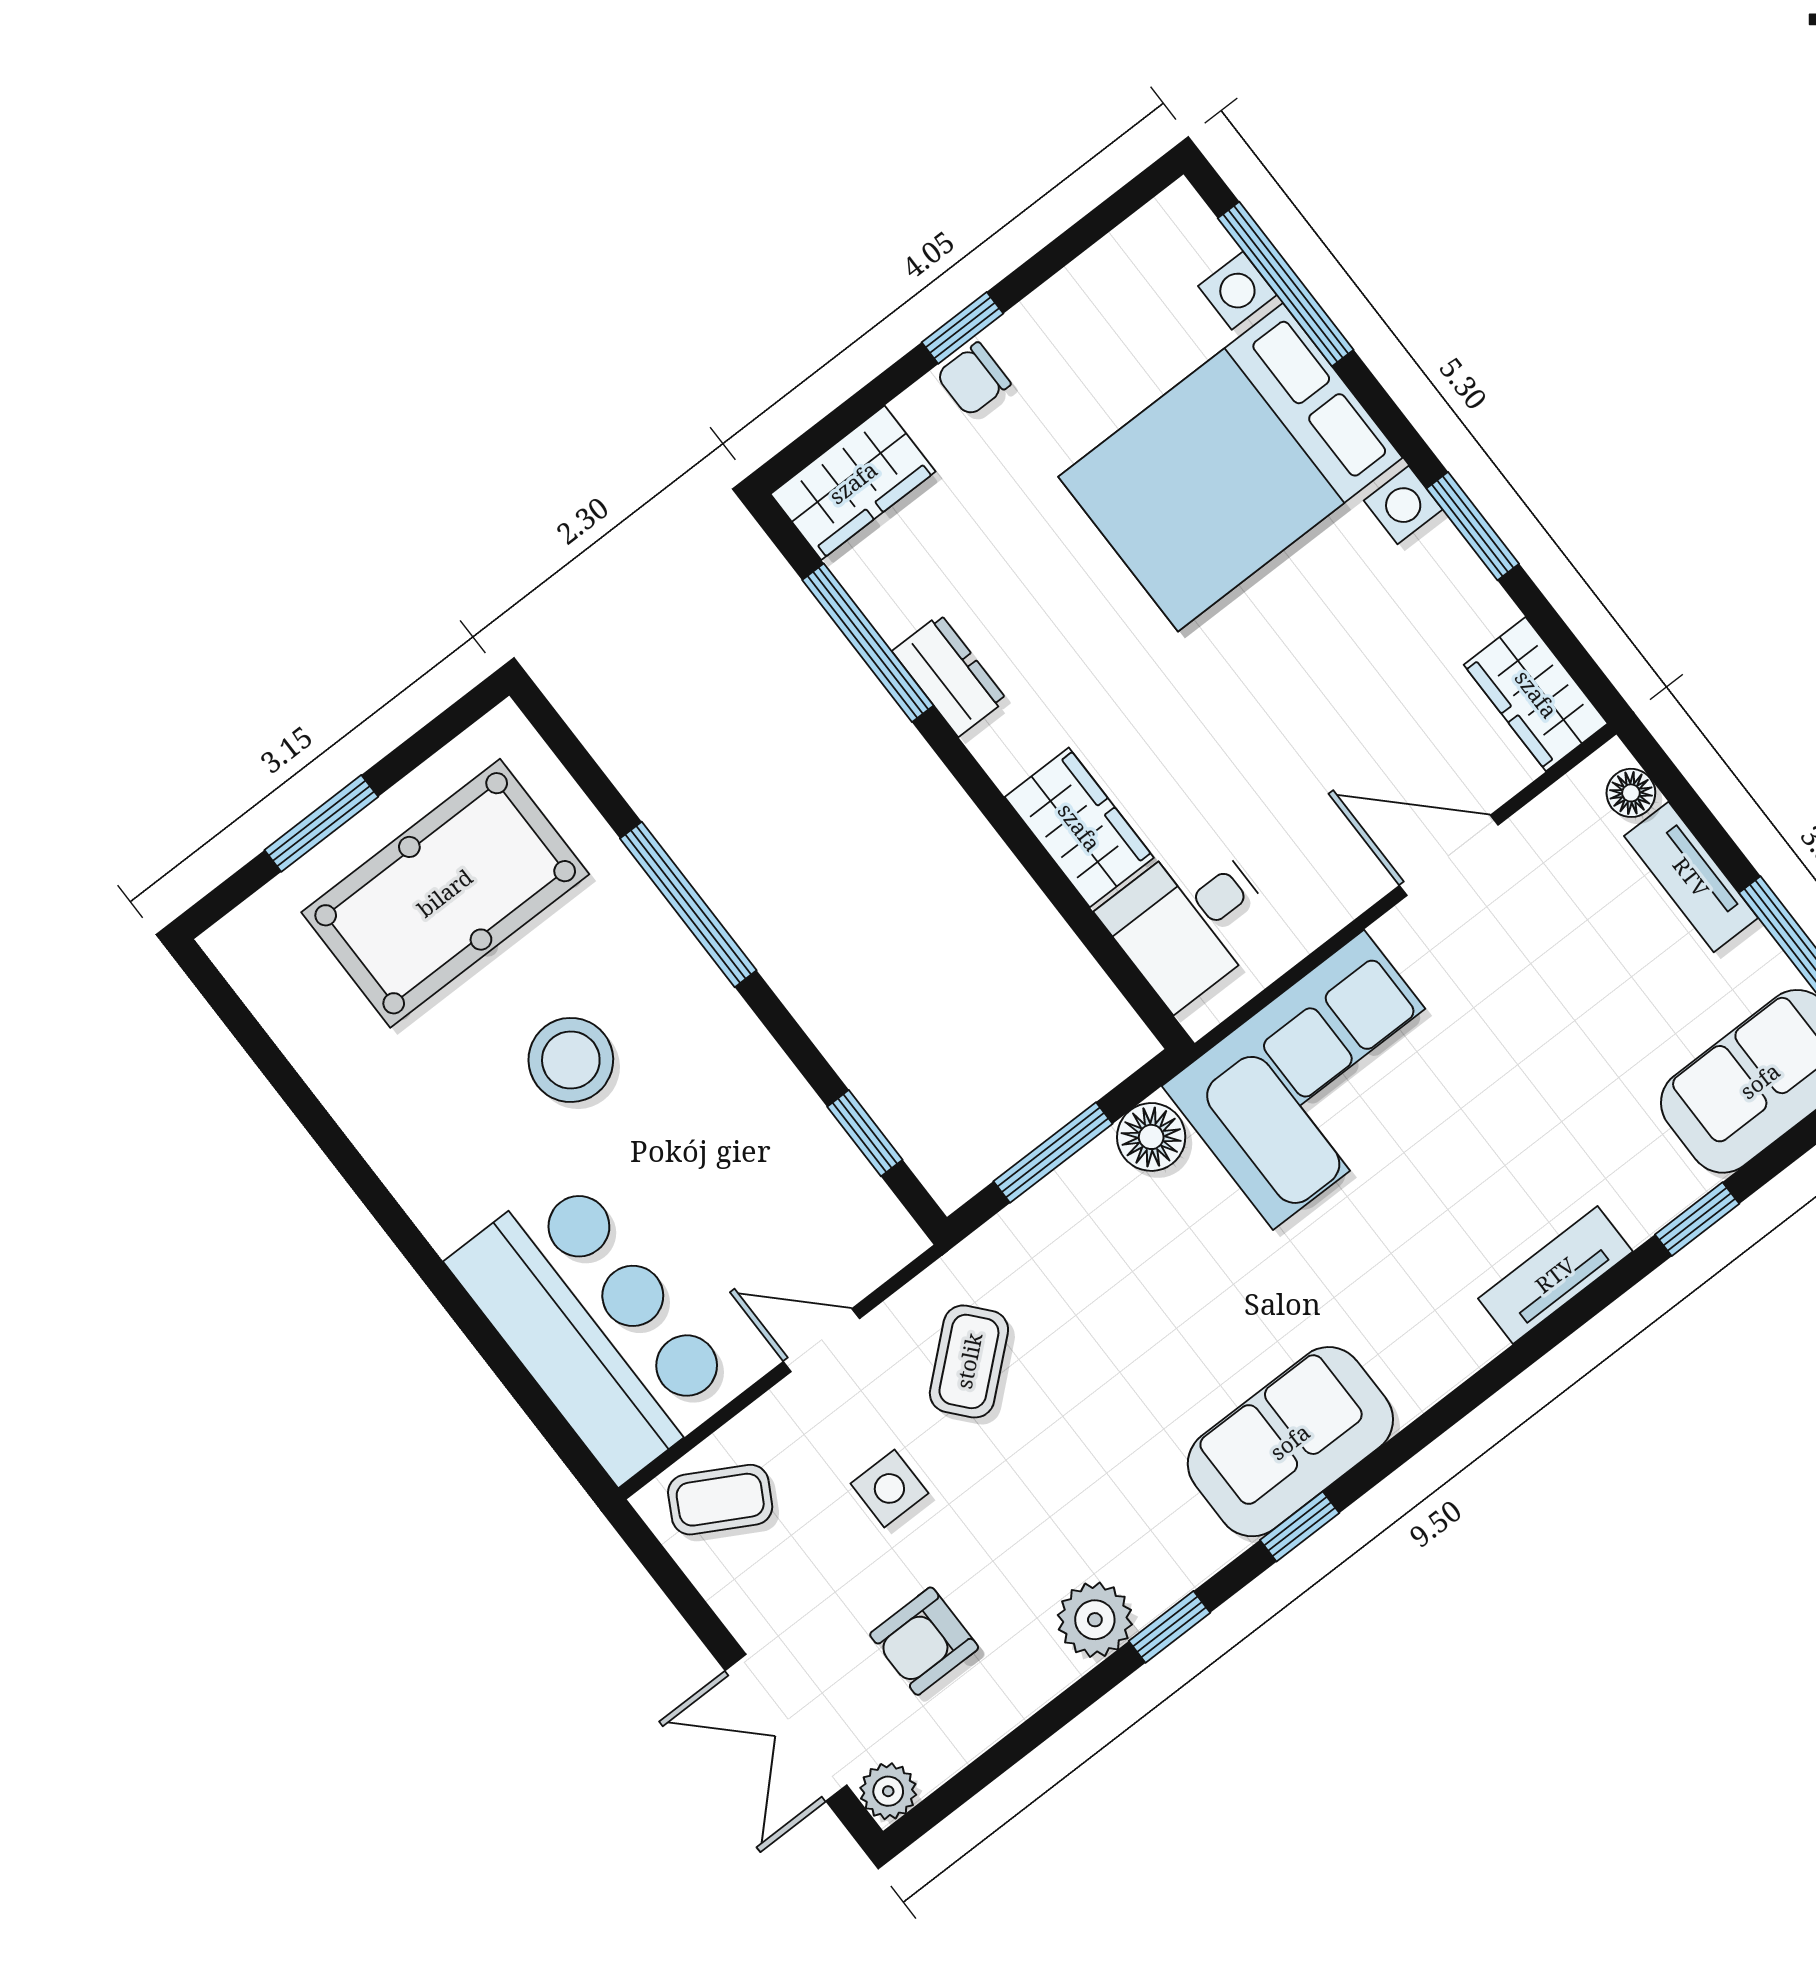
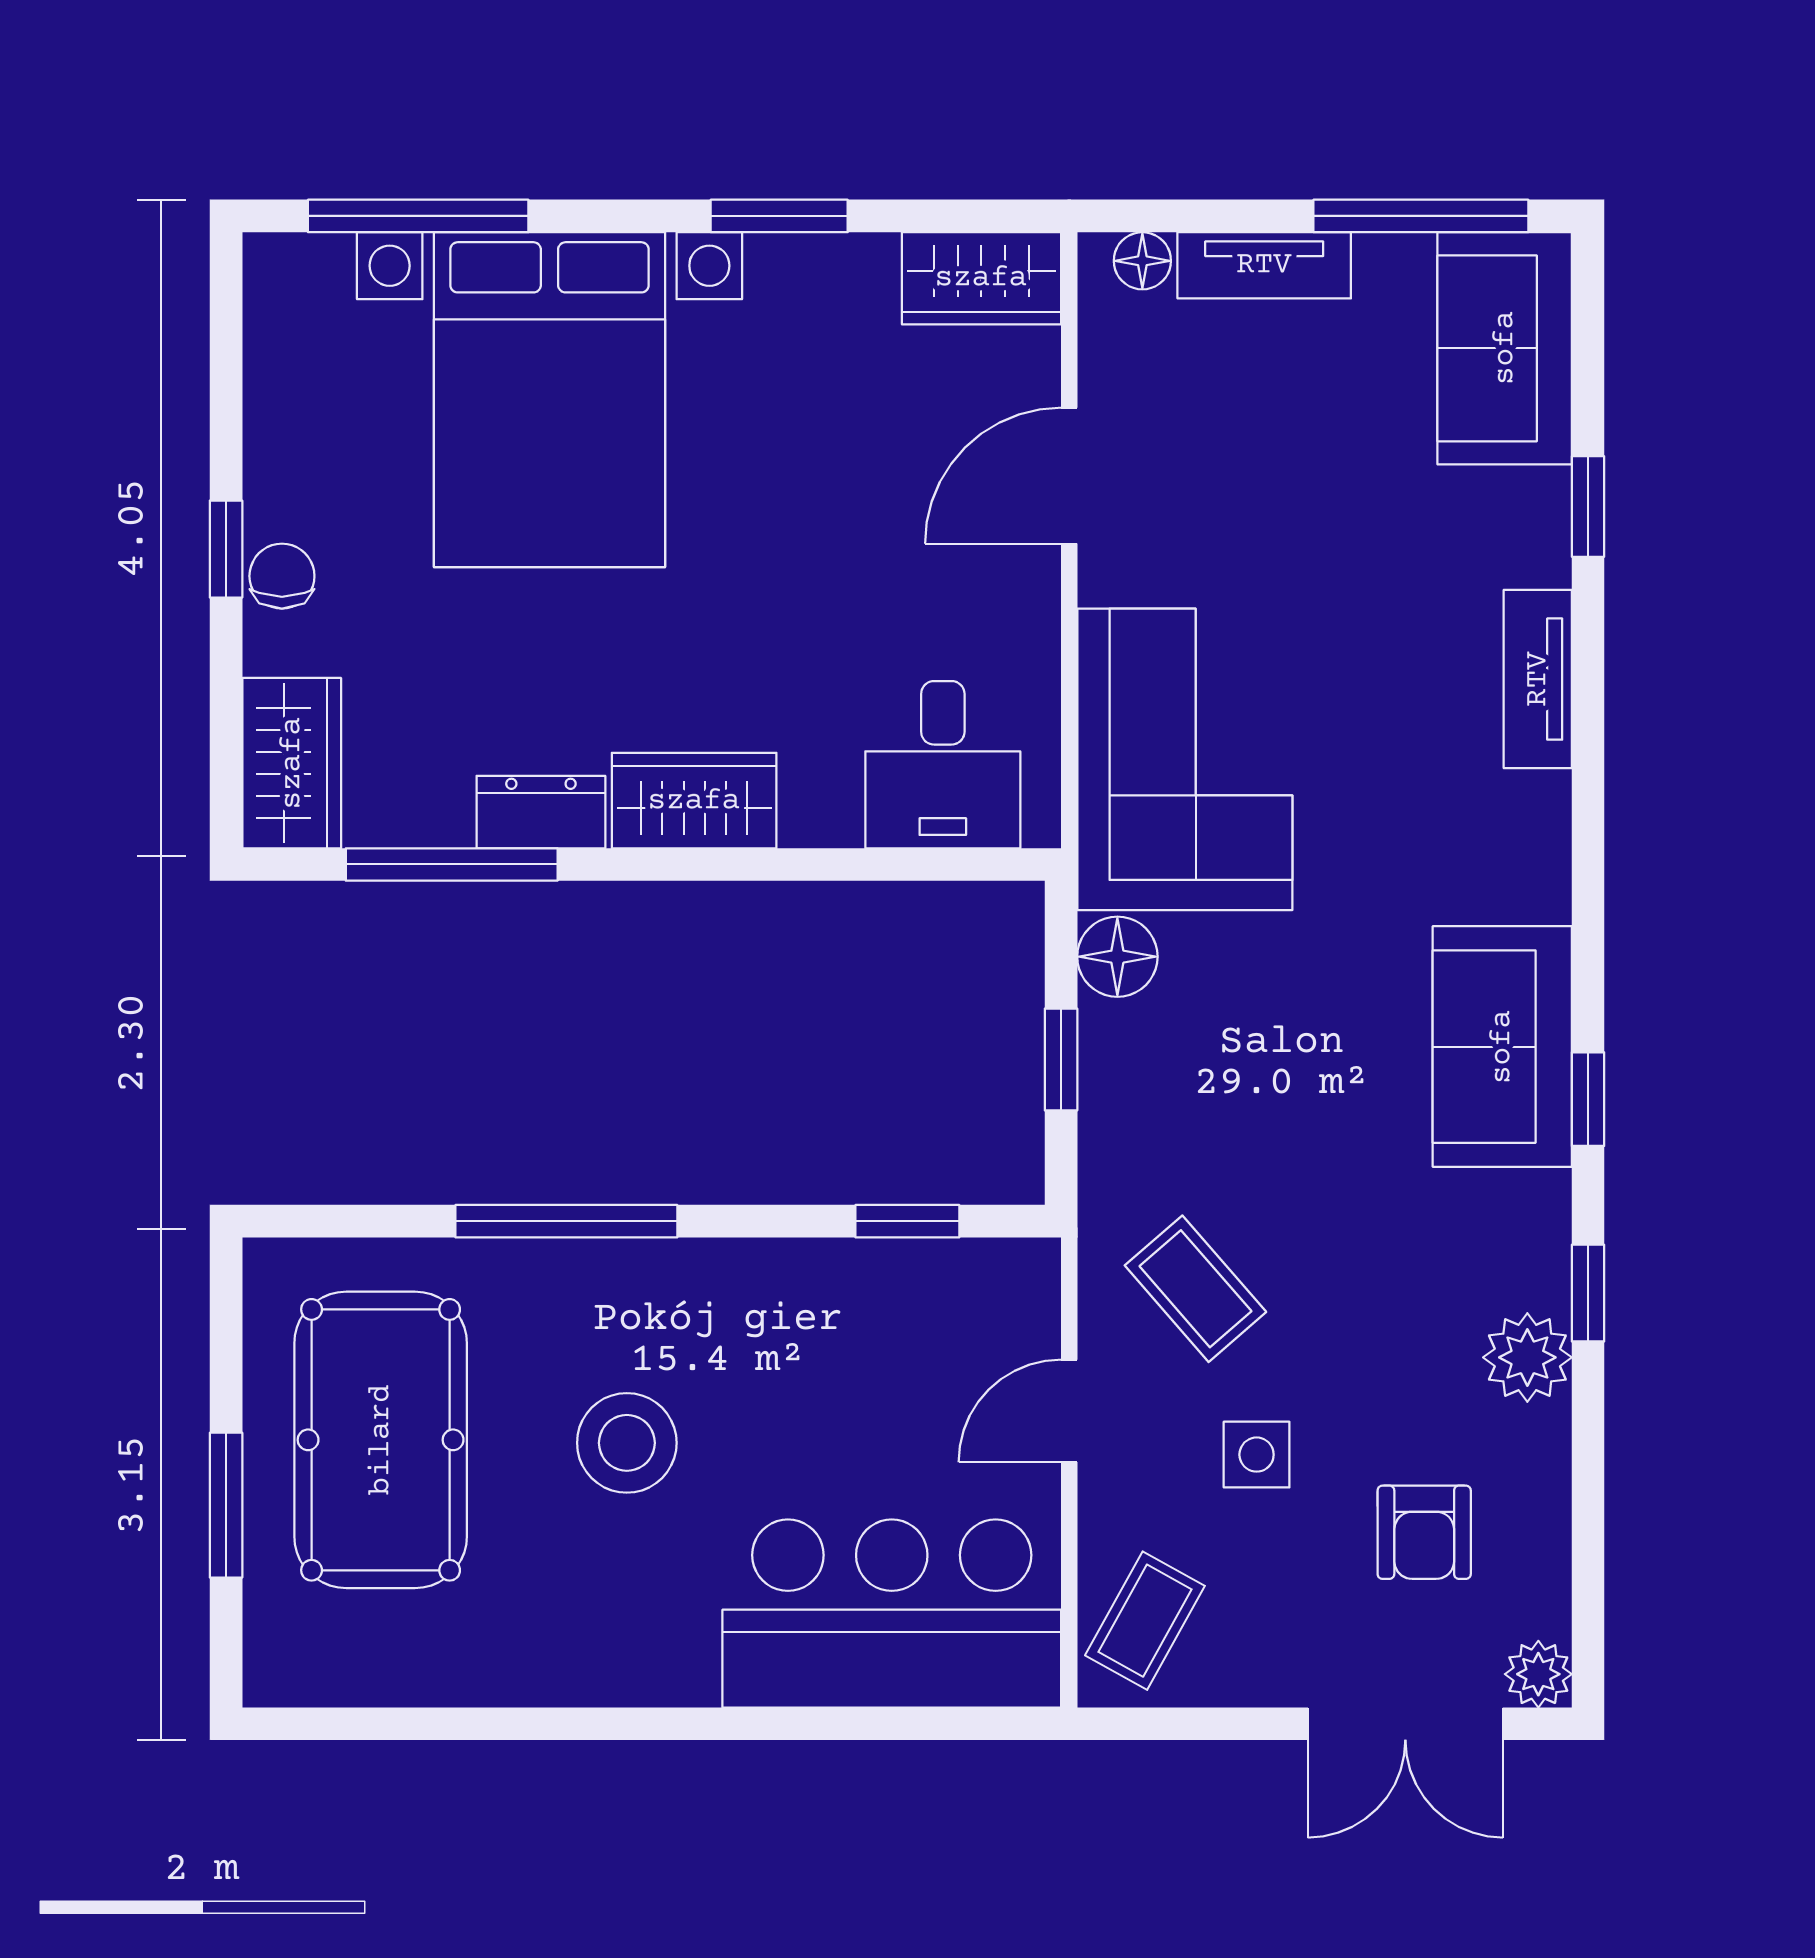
chair: (973, 379) -> (282, 576), turned 180
wardrobe: (1079, 827) -> (694, 801), moved
window: (1053, 1152) -> (1061, 1060), width x0.67

